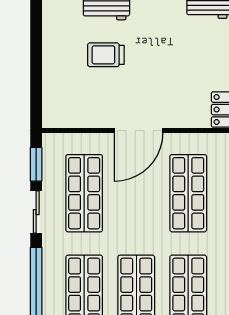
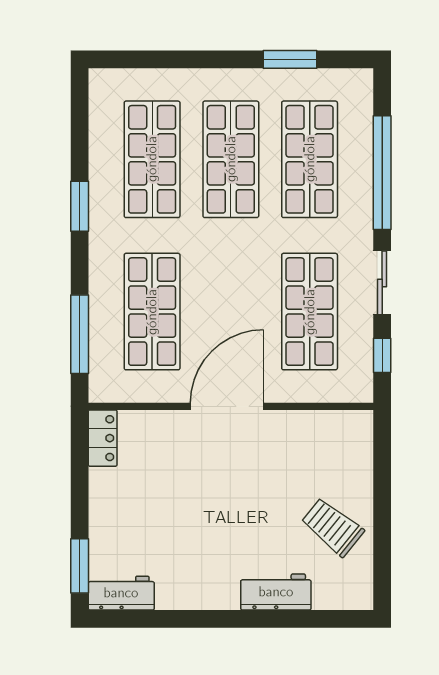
trolley: (106, 55) -> (332, 527), moved, turned -141
window: (36, 164) -> (382, 355), width x0.67

